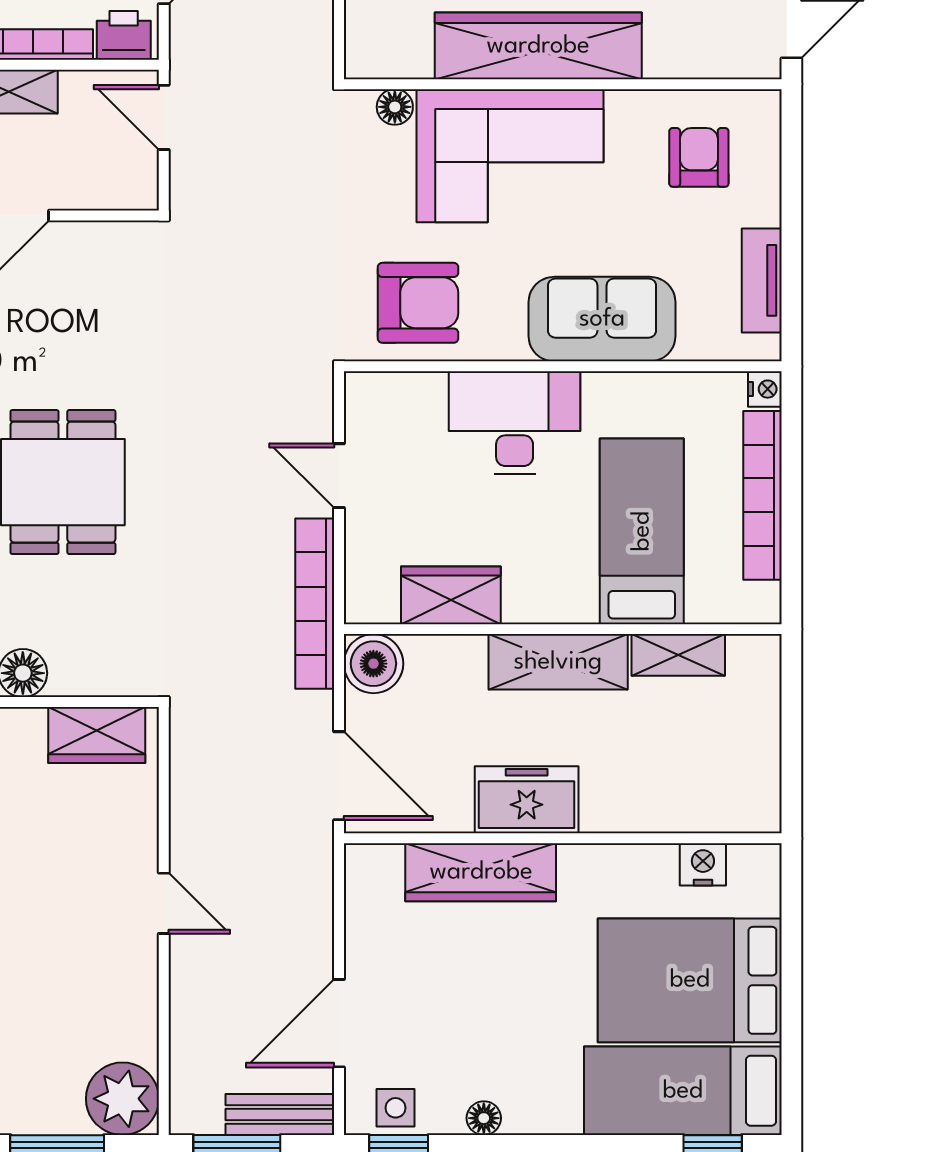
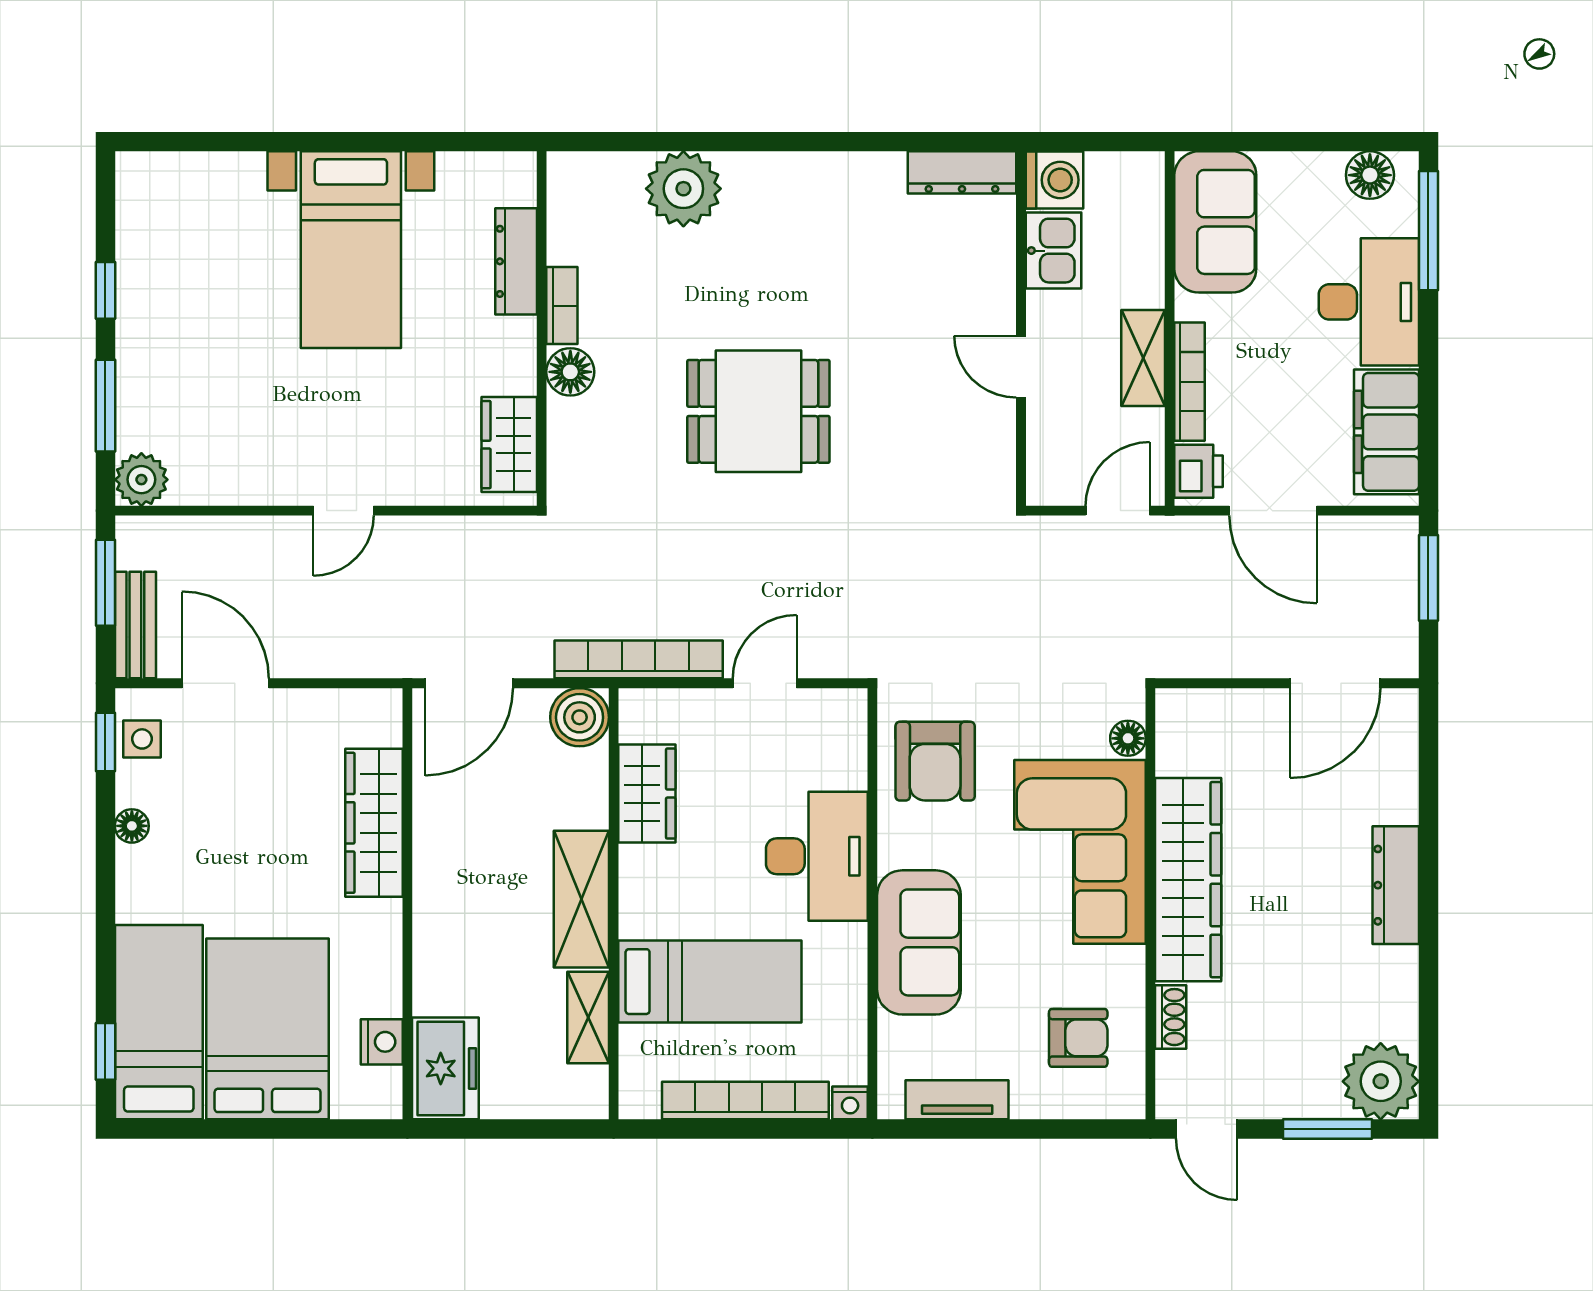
shoe rack: (678, 64) -> (1171, 1017), added
freezer: (527, 800) -> (445, 1068), moved
plant: (122, 1099) -> (141, 480), width x0.73, depth x0.73

